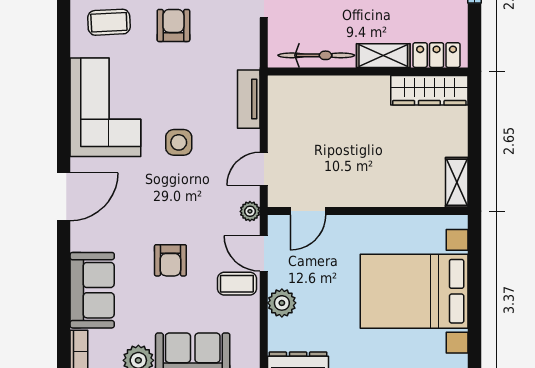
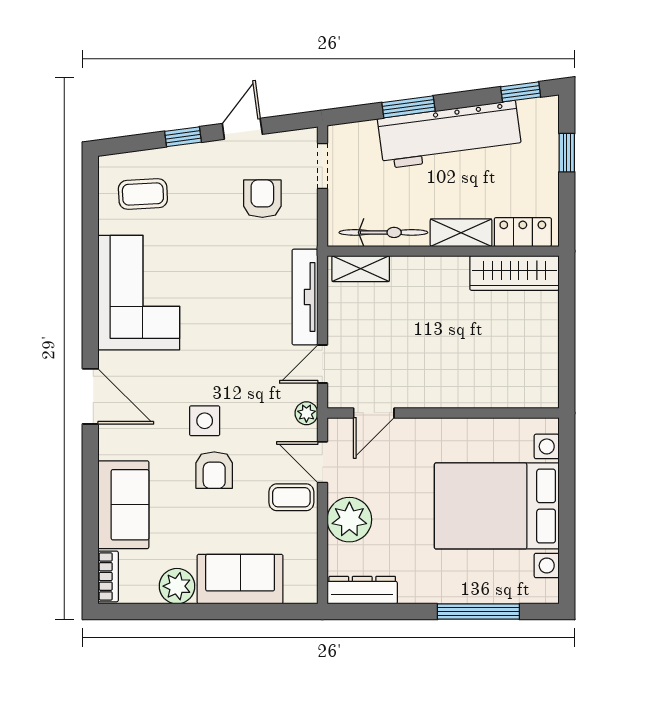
armchair: (173, 25) -> (262, 199), moved
tv unit: (249, 99) -> (305, 297), width x1.41
side table: (179, 142) -> (205, 421), moved
shelving: (457, 182) -> (361, 269), moved, turned 90
door: (64, 197) -> (90, 396), hinge flipped
plant: (282, 303) -> (349, 520), width x1.36, depth x1.36

